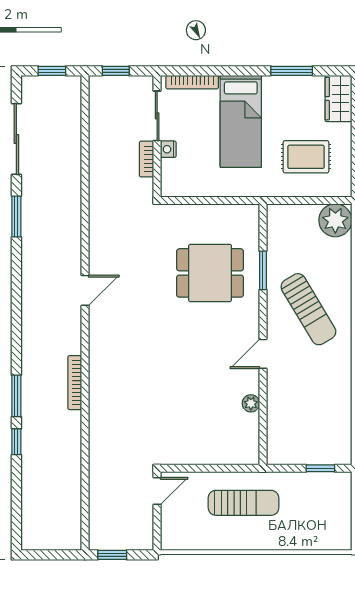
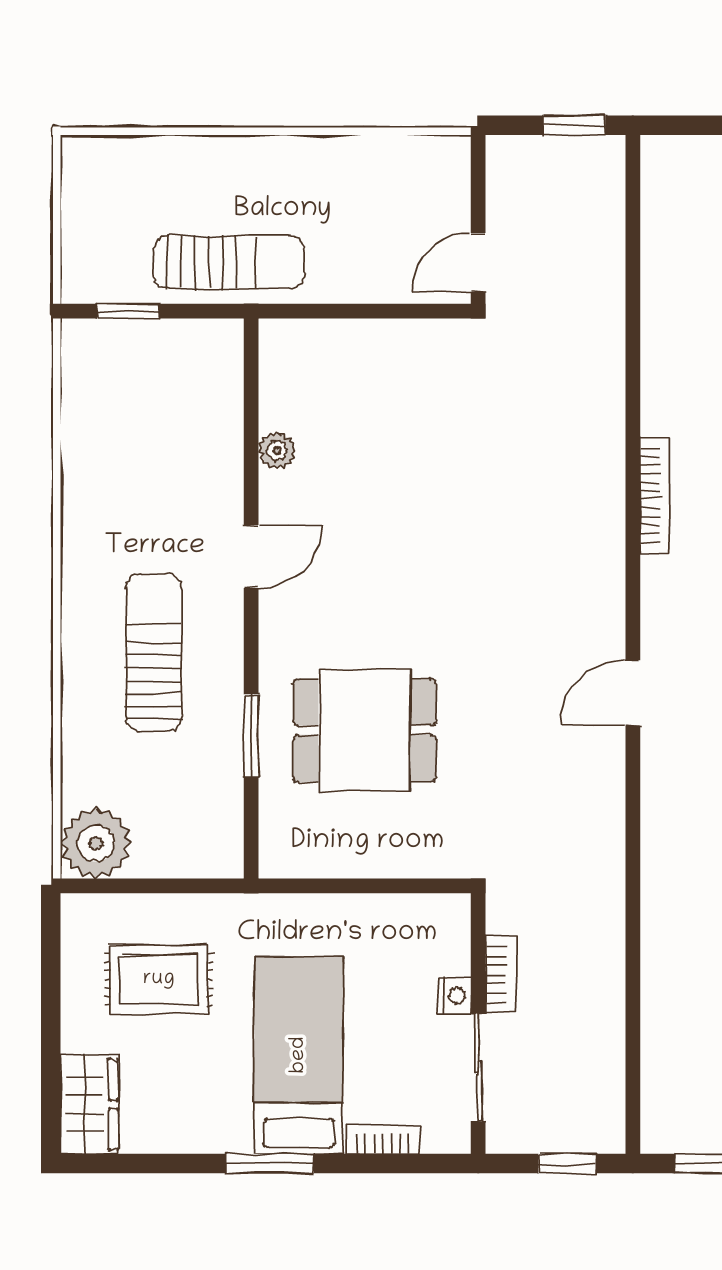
window: (292, 71) -> (270, 1164), moved
bookcase: (192, 82) -> (383, 1140), width x0.64
sun lounger: (308, 309) -> (154, 652), turned 31
sun lounger: (244, 503) -> (229, 262), moved, turned 180

